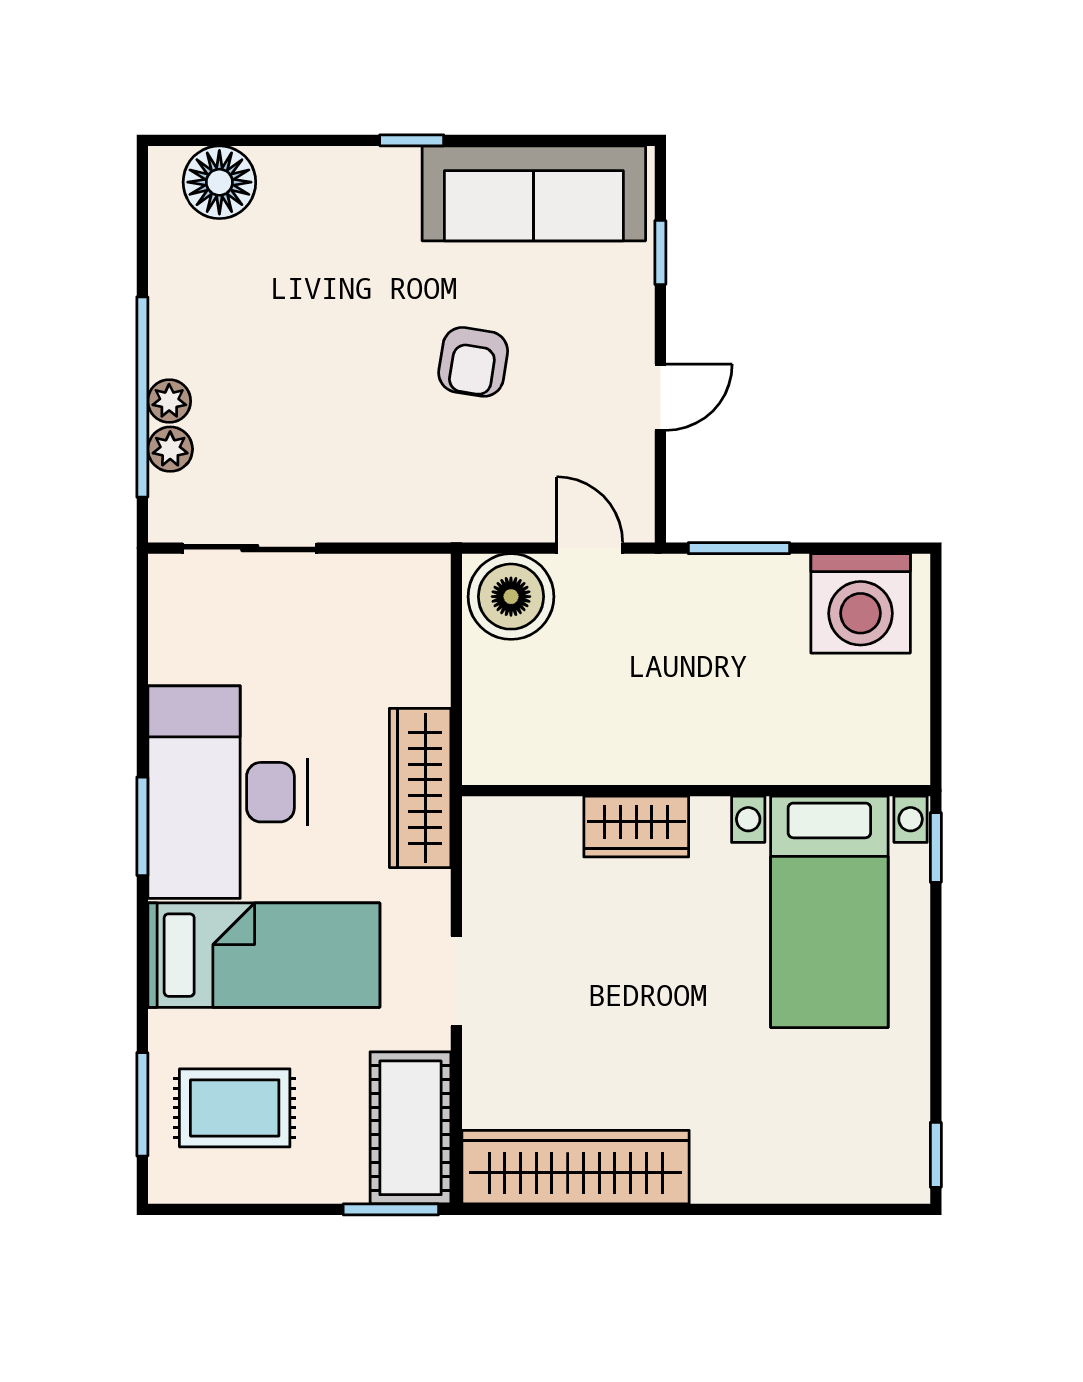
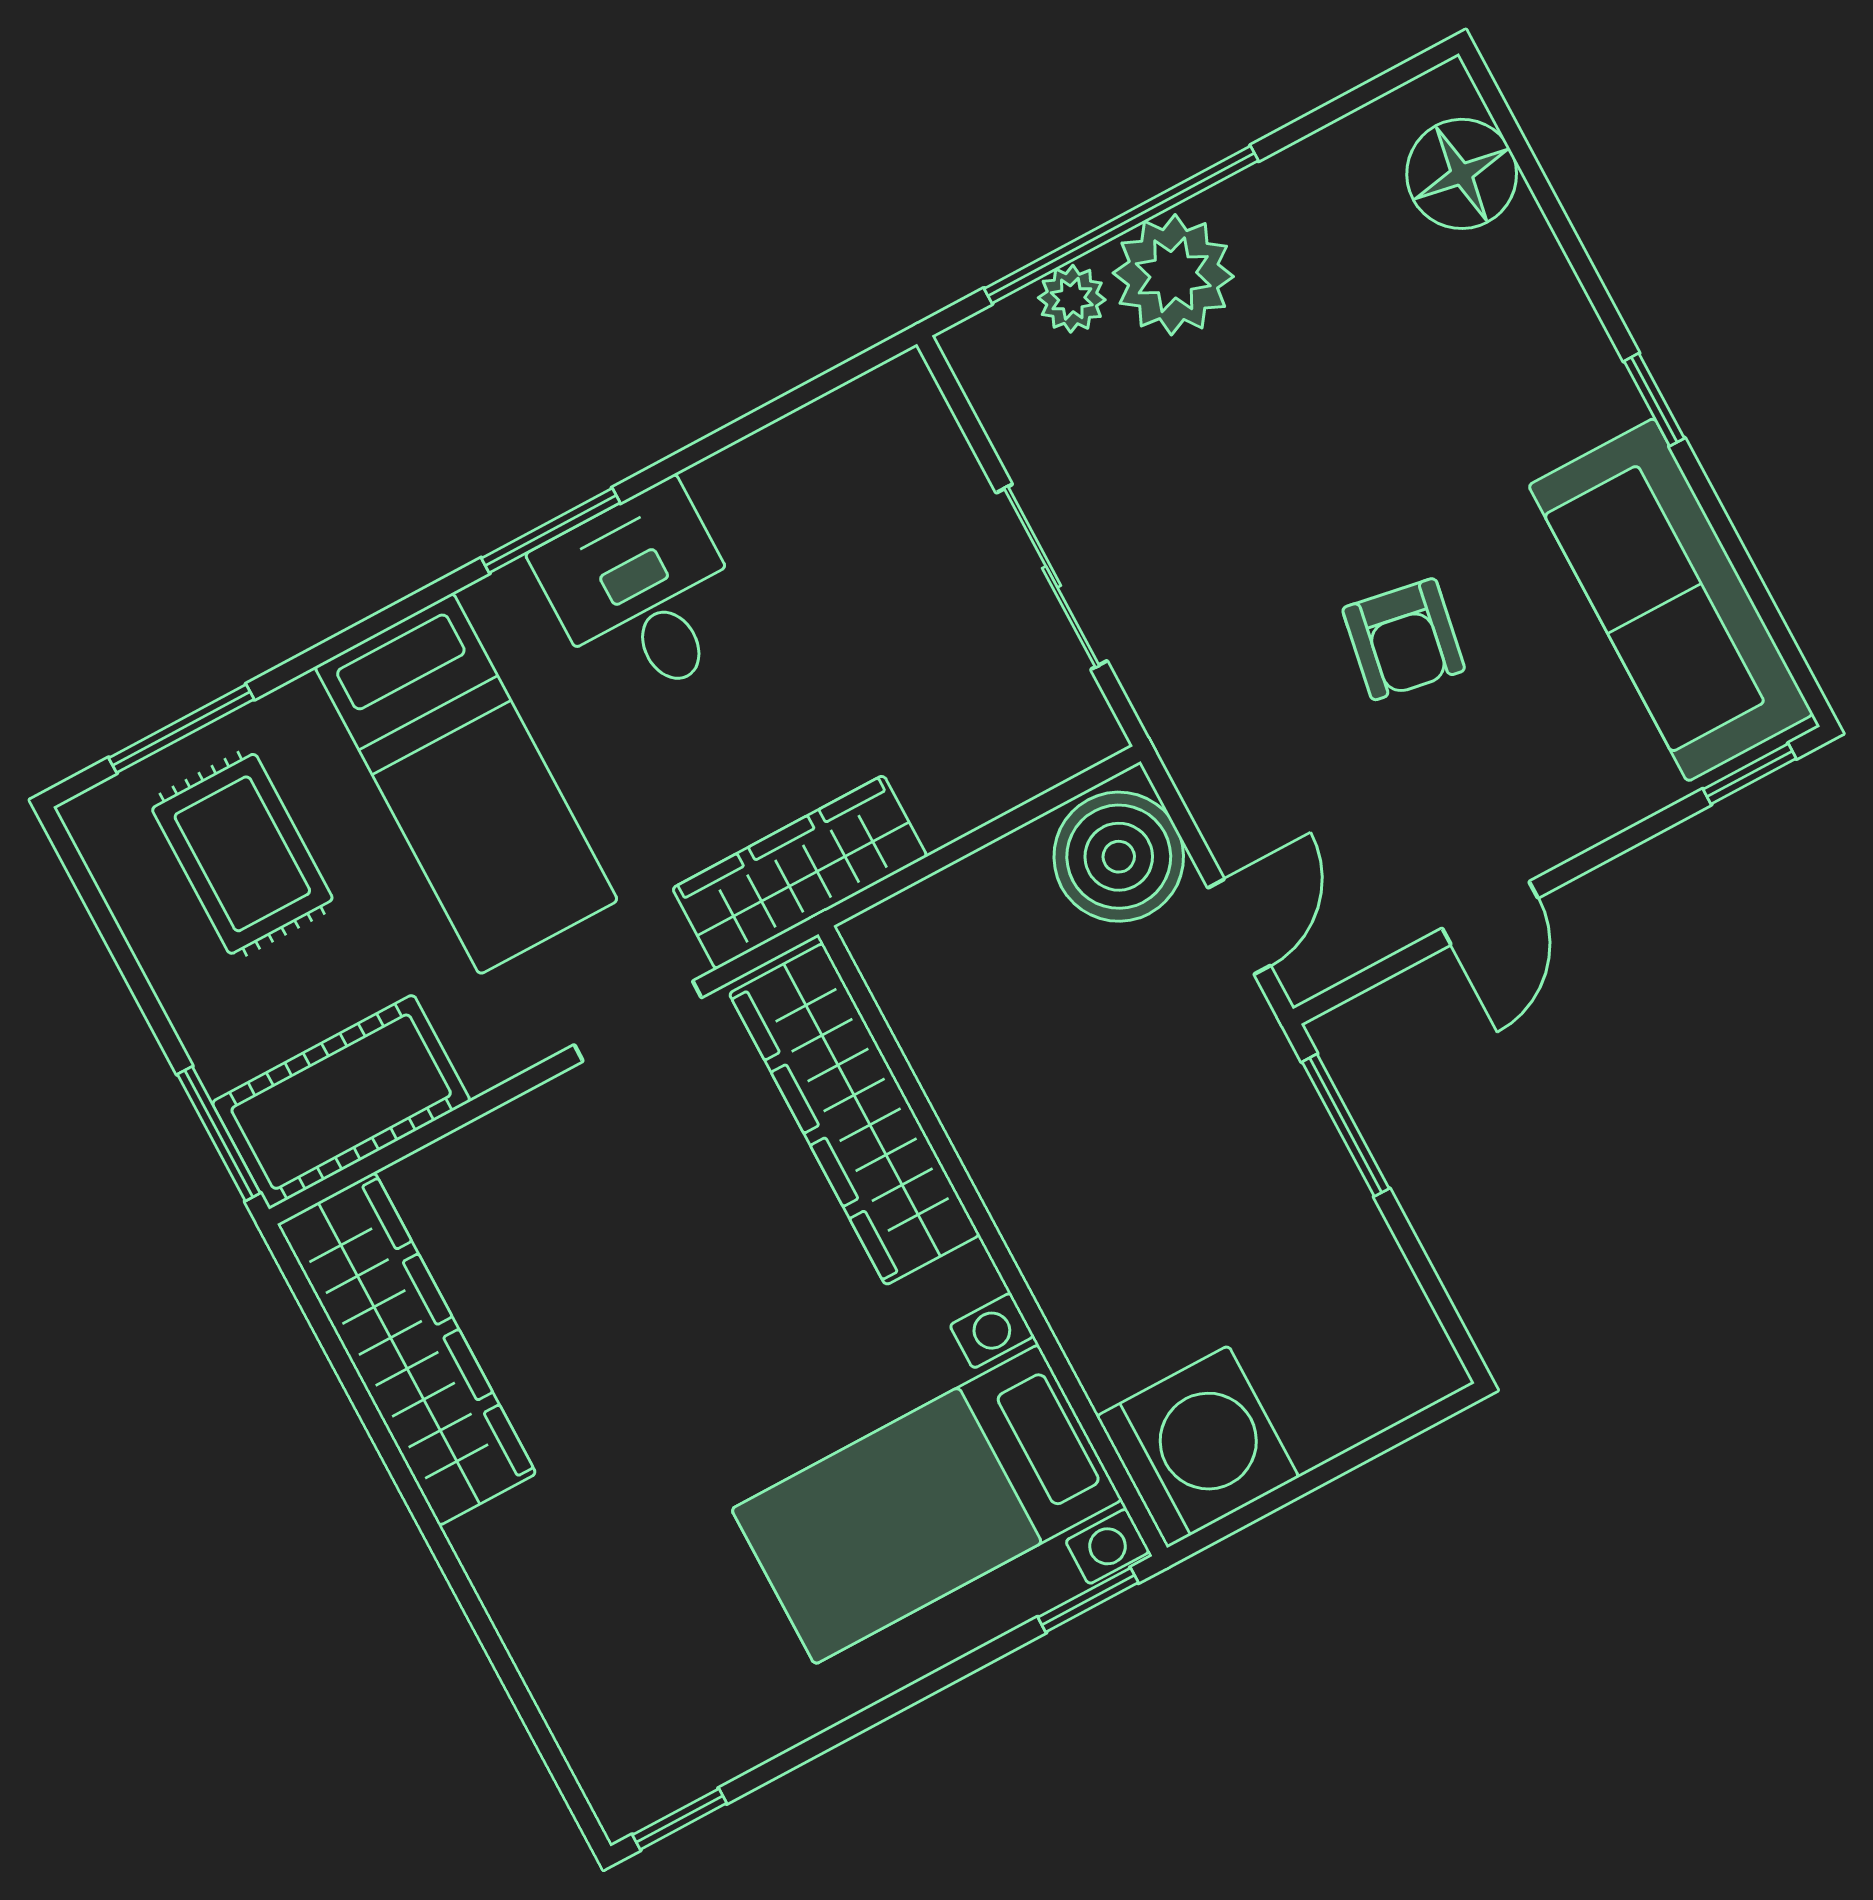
window: (660, 252) -> (1750, 774), moved
armchair: (473, 362) -> (1404, 639), turned -89
door: (660, 397) -> (1490, 913), hinge flipped
plant: (169, 401) -> (1173, 275), width x1.88, depth x1.88
sliding door: (250, 548) -> (1052, 577), moved
washing machine: (861, 603) -> (1198, 1447), moved, turned 180
desk: (227, 792) -> (644, 595), width x0.53, depth x0.77
wardrobe: (636, 826) -> (854, 1114), width x2.10, depth x1.17
doorway: (456, 981) -> (638, 1021), moved

